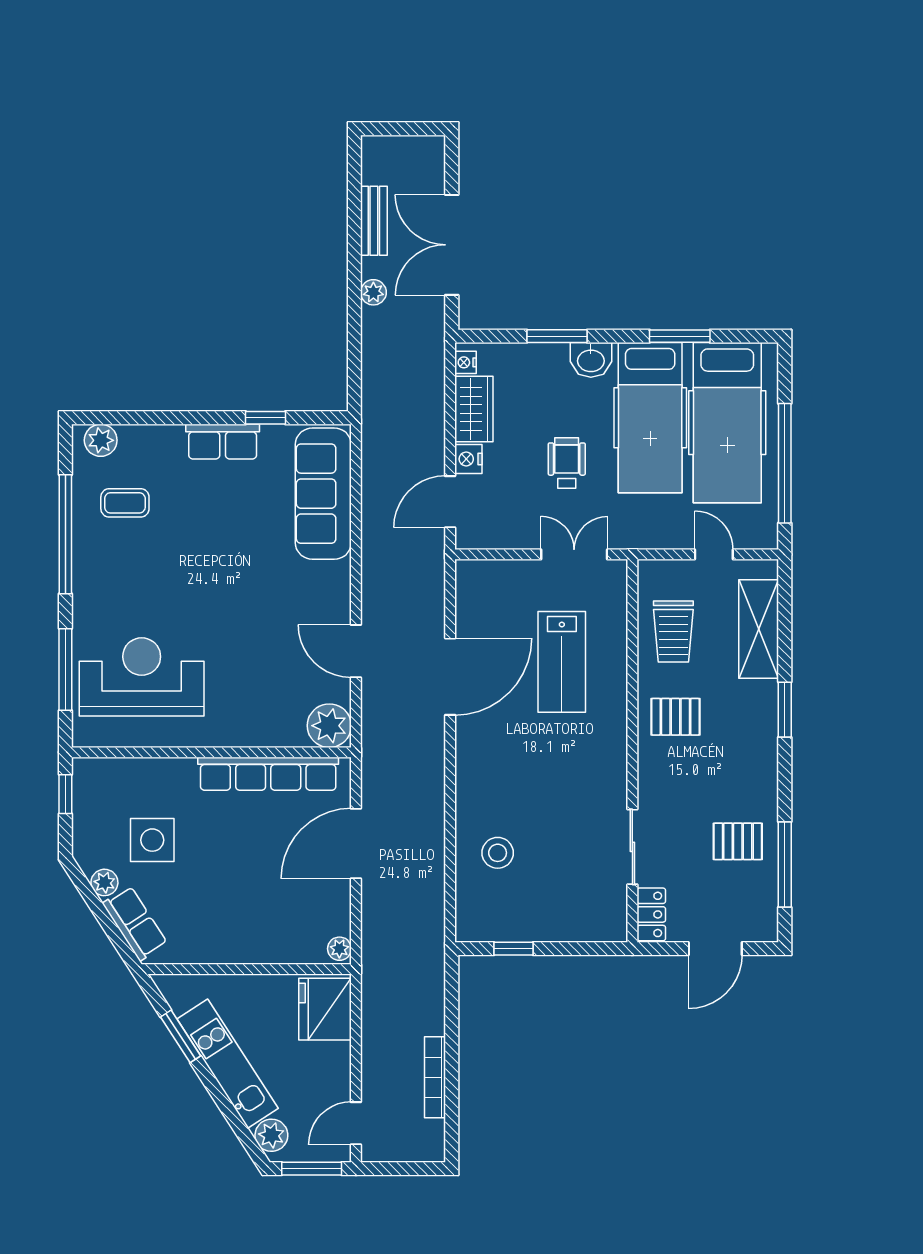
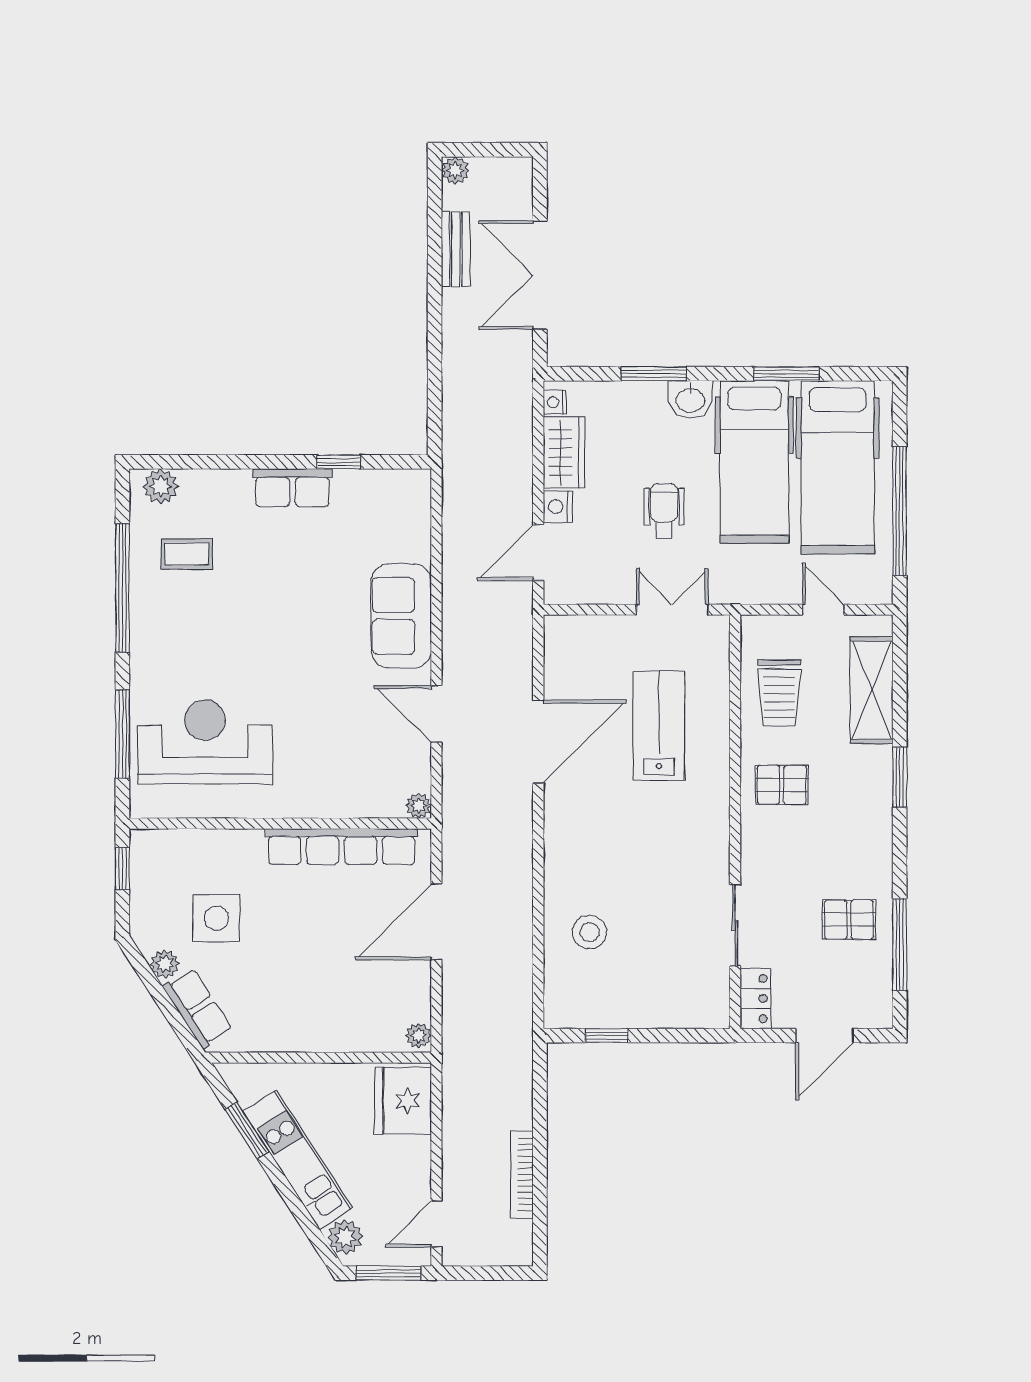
plant: (373, 292) -> (455, 170), moved
sofa: (323, 494) -> (401, 616), moved, width x0.73
lab bench: (562, 662) -> (659, 726), turned 180
plant: (329, 726) -> (419, 806), width x0.53, depth x0.53

